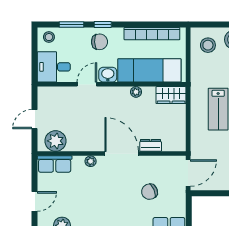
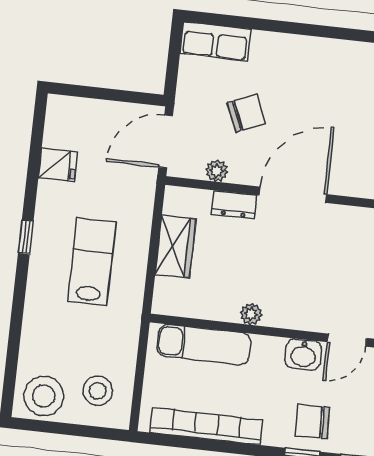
exam couch: (149, 70) -> (204, 345), width x0.73, depth x0.69
wardrobe: (171, 95) -> (176, 246), moved, turned 90
door: (122, 154) -> (293, 195), swing flipped
plant: (91, 161) -> (217, 171), moved

